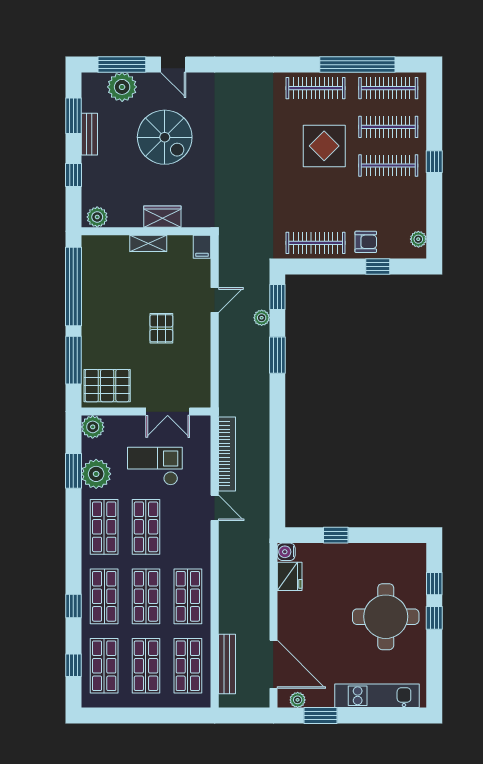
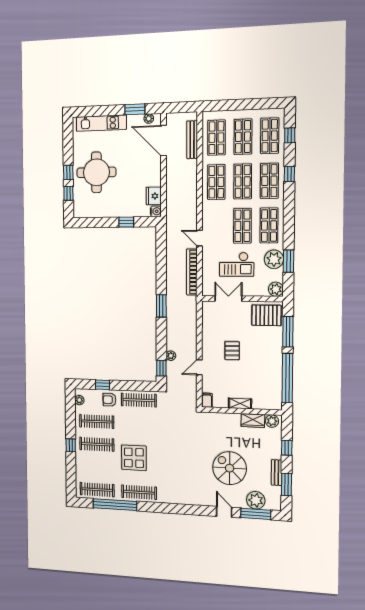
clothes rail: (388, 127) -> (97, 421), moved
wardrobe: (162, 217) -> (253, 421), moved
window: (277, 355) -> (161, 306), moved

